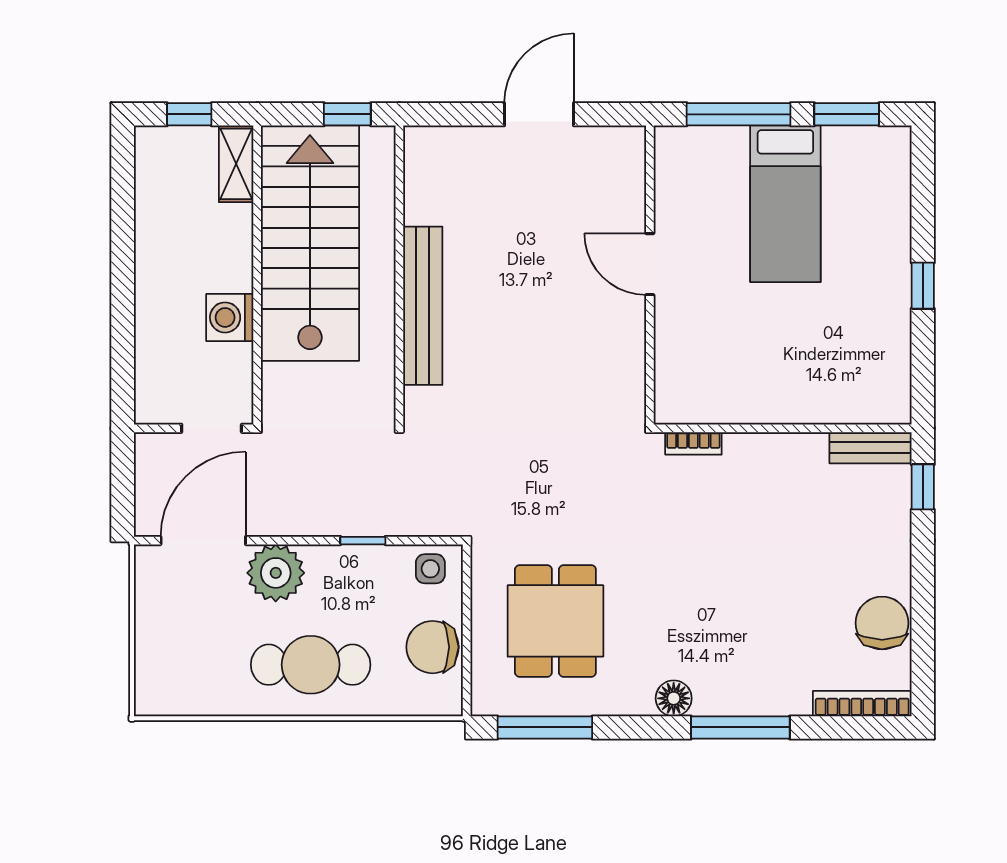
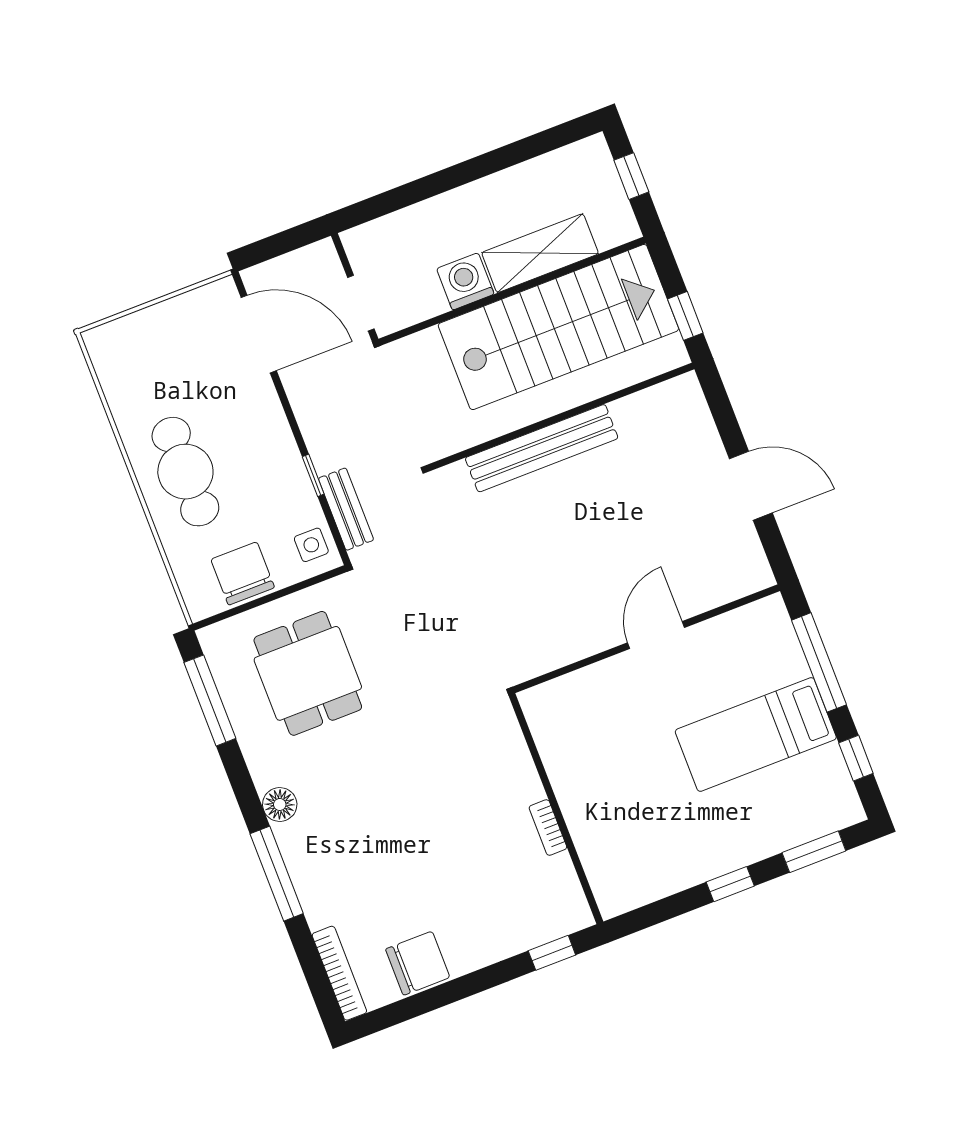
window: (847, 114) -> (856, 758), width x0.67
shelving: (236, 164) -> (540, 253), moved, width x1.50, depth x1.33
window: (923, 191) -> (814, 852), added
bookcase: (693, 443) -> (548, 828), moved
bench: (870, 448) -> (346, 509), moved
plant: (276, 573) -> (255, 409), removed
dining table: (555, 621) -> (308, 673), turned 90

